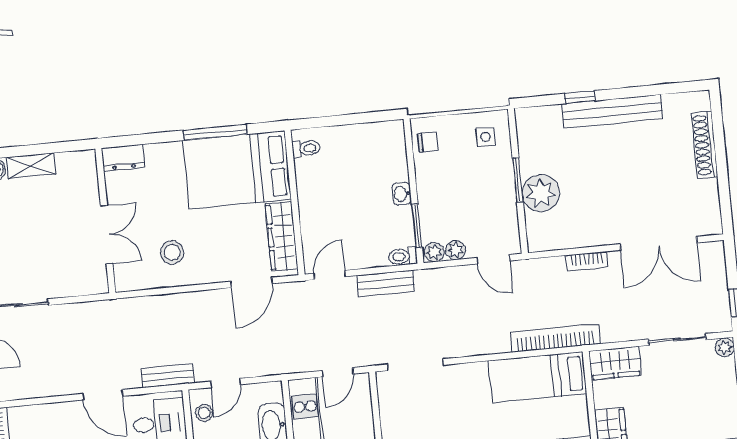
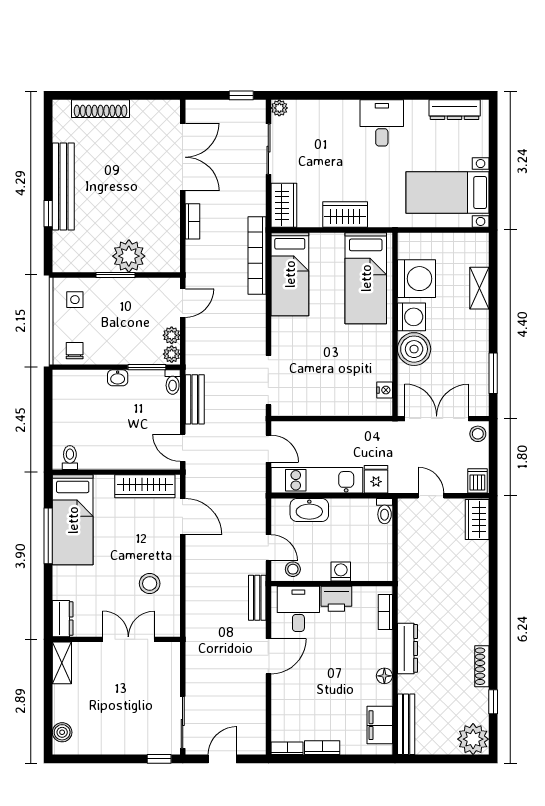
shelving: (31, 166) -> (62, 663), moved
bed: (237, 170) -> (73, 520), width x0.67

